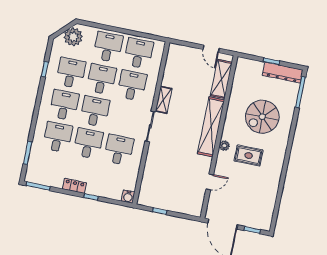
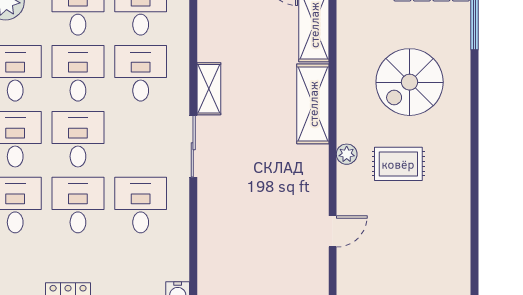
shelving: (211, 127) -> (313, 104), width x0.68

